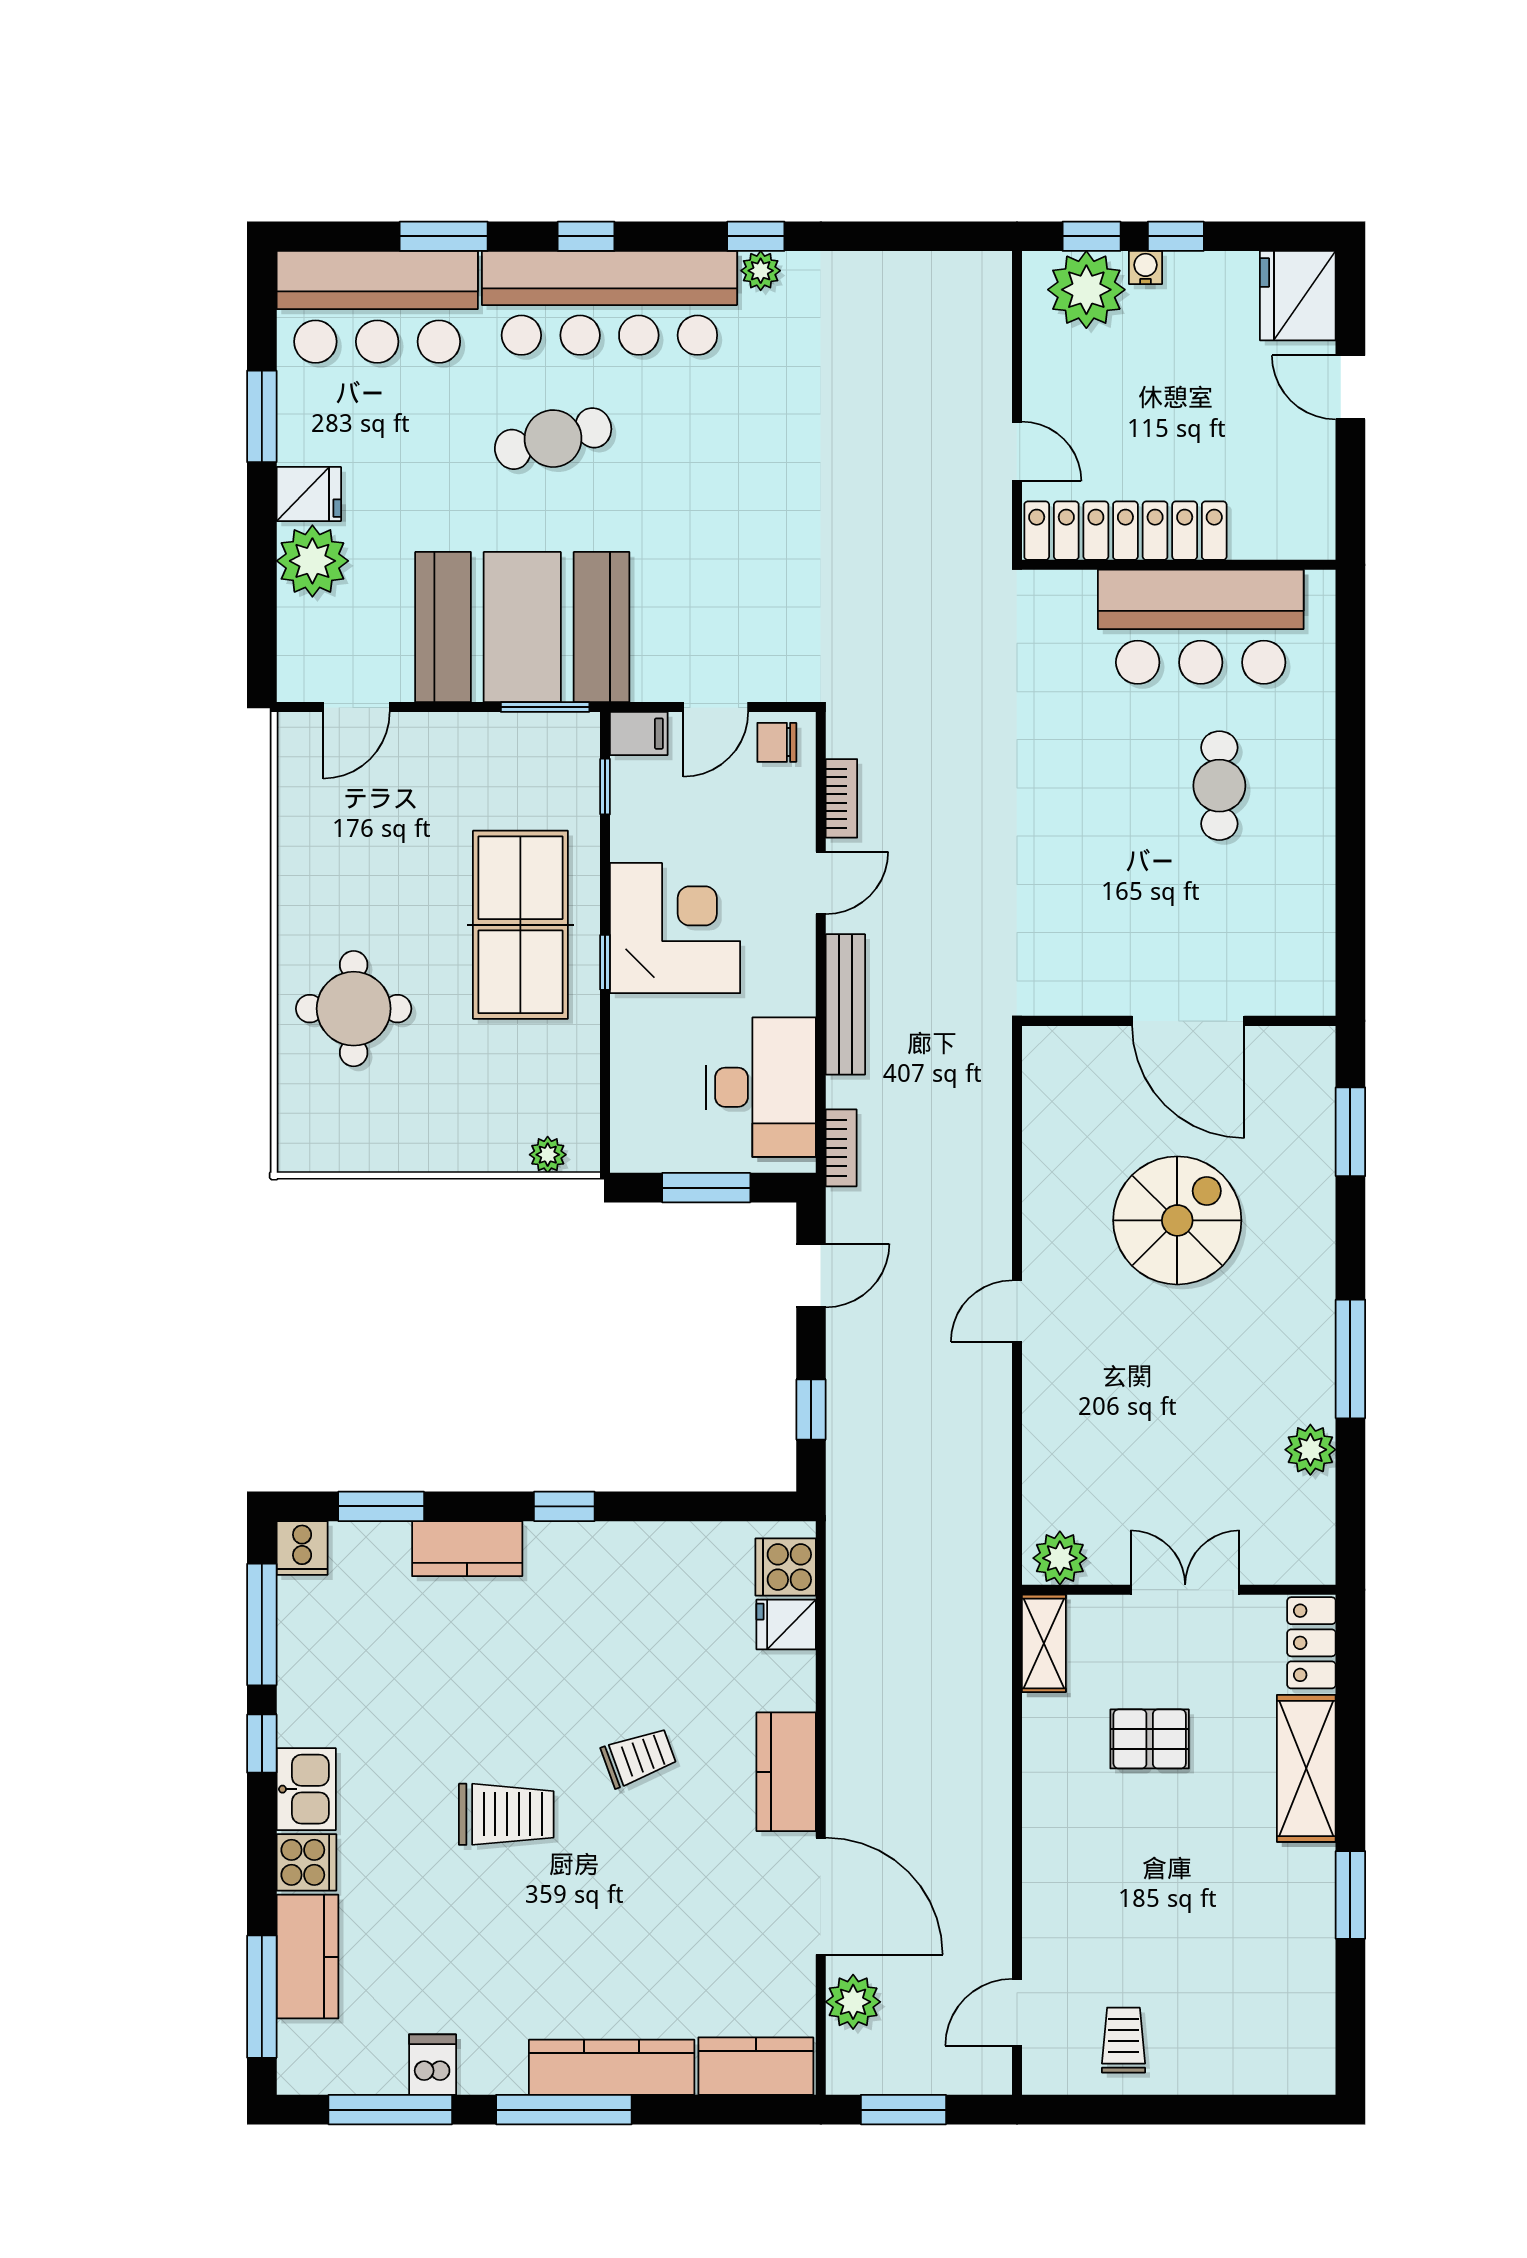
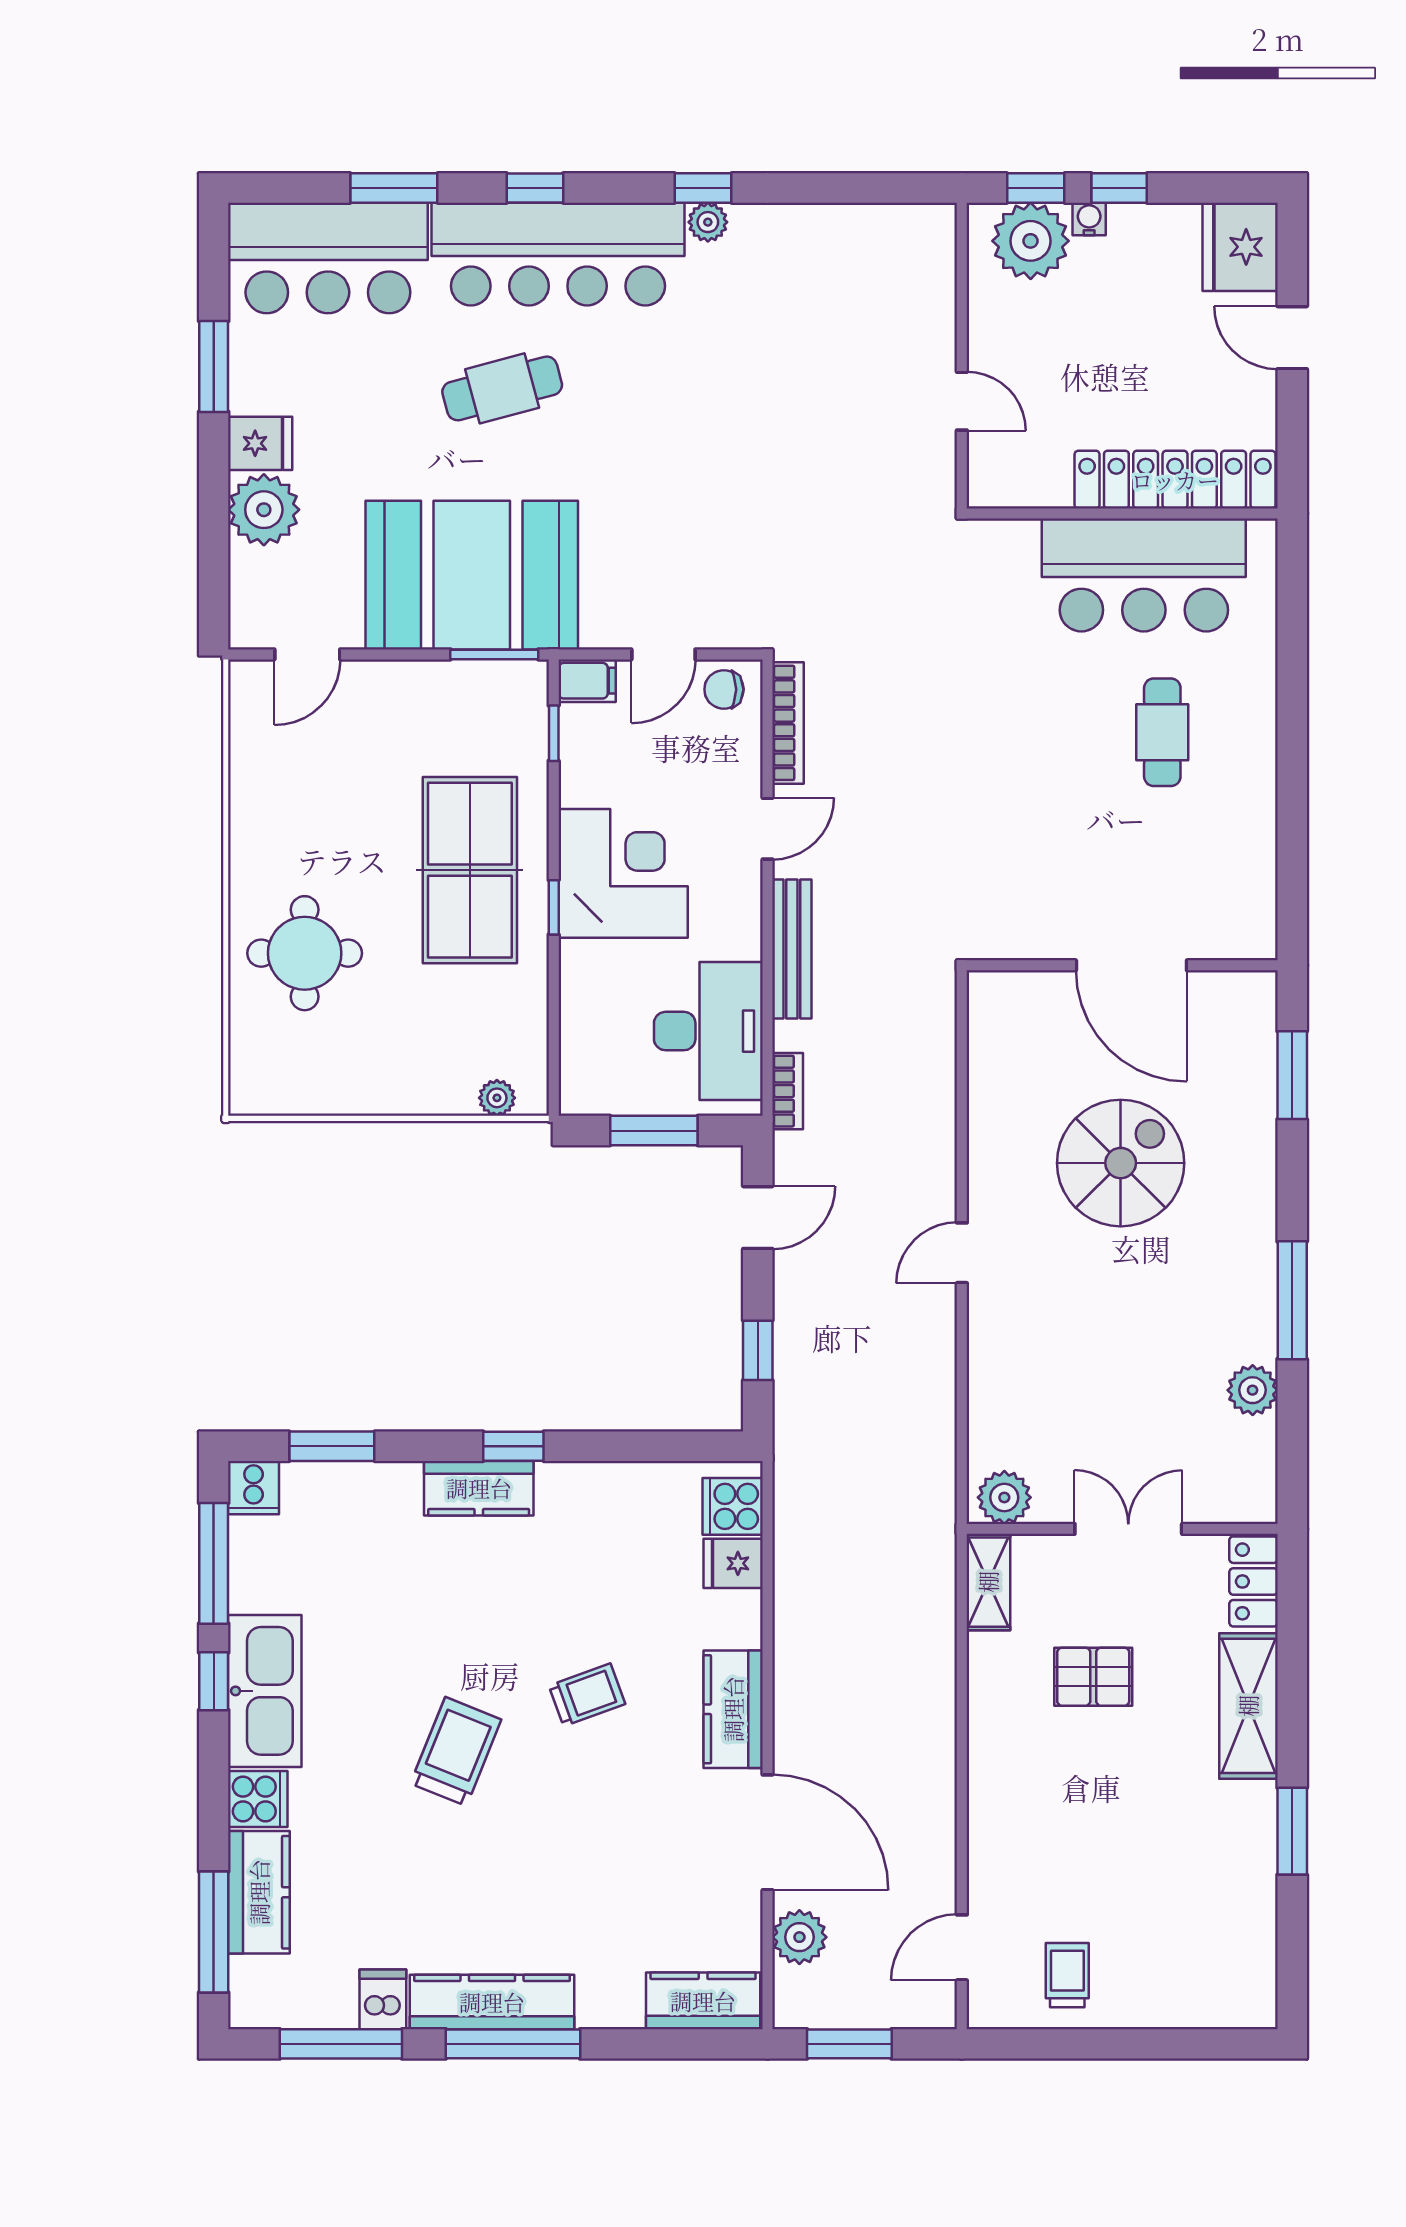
locker: (1125, 531) -> (1175, 480), moved
bookcase: (841, 798) -> (788, 723), width x1.56
kitchen counter: (467, 1549) -> (479, 1488), moved
kitchen sink: (306, 1789) -> (265, 1691), width x1.87, depth x1.24
trolley: (506, 1814) -> (456, 1751), turned -68
kitchen counter: (612, 2067) -> (492, 2002), moved

